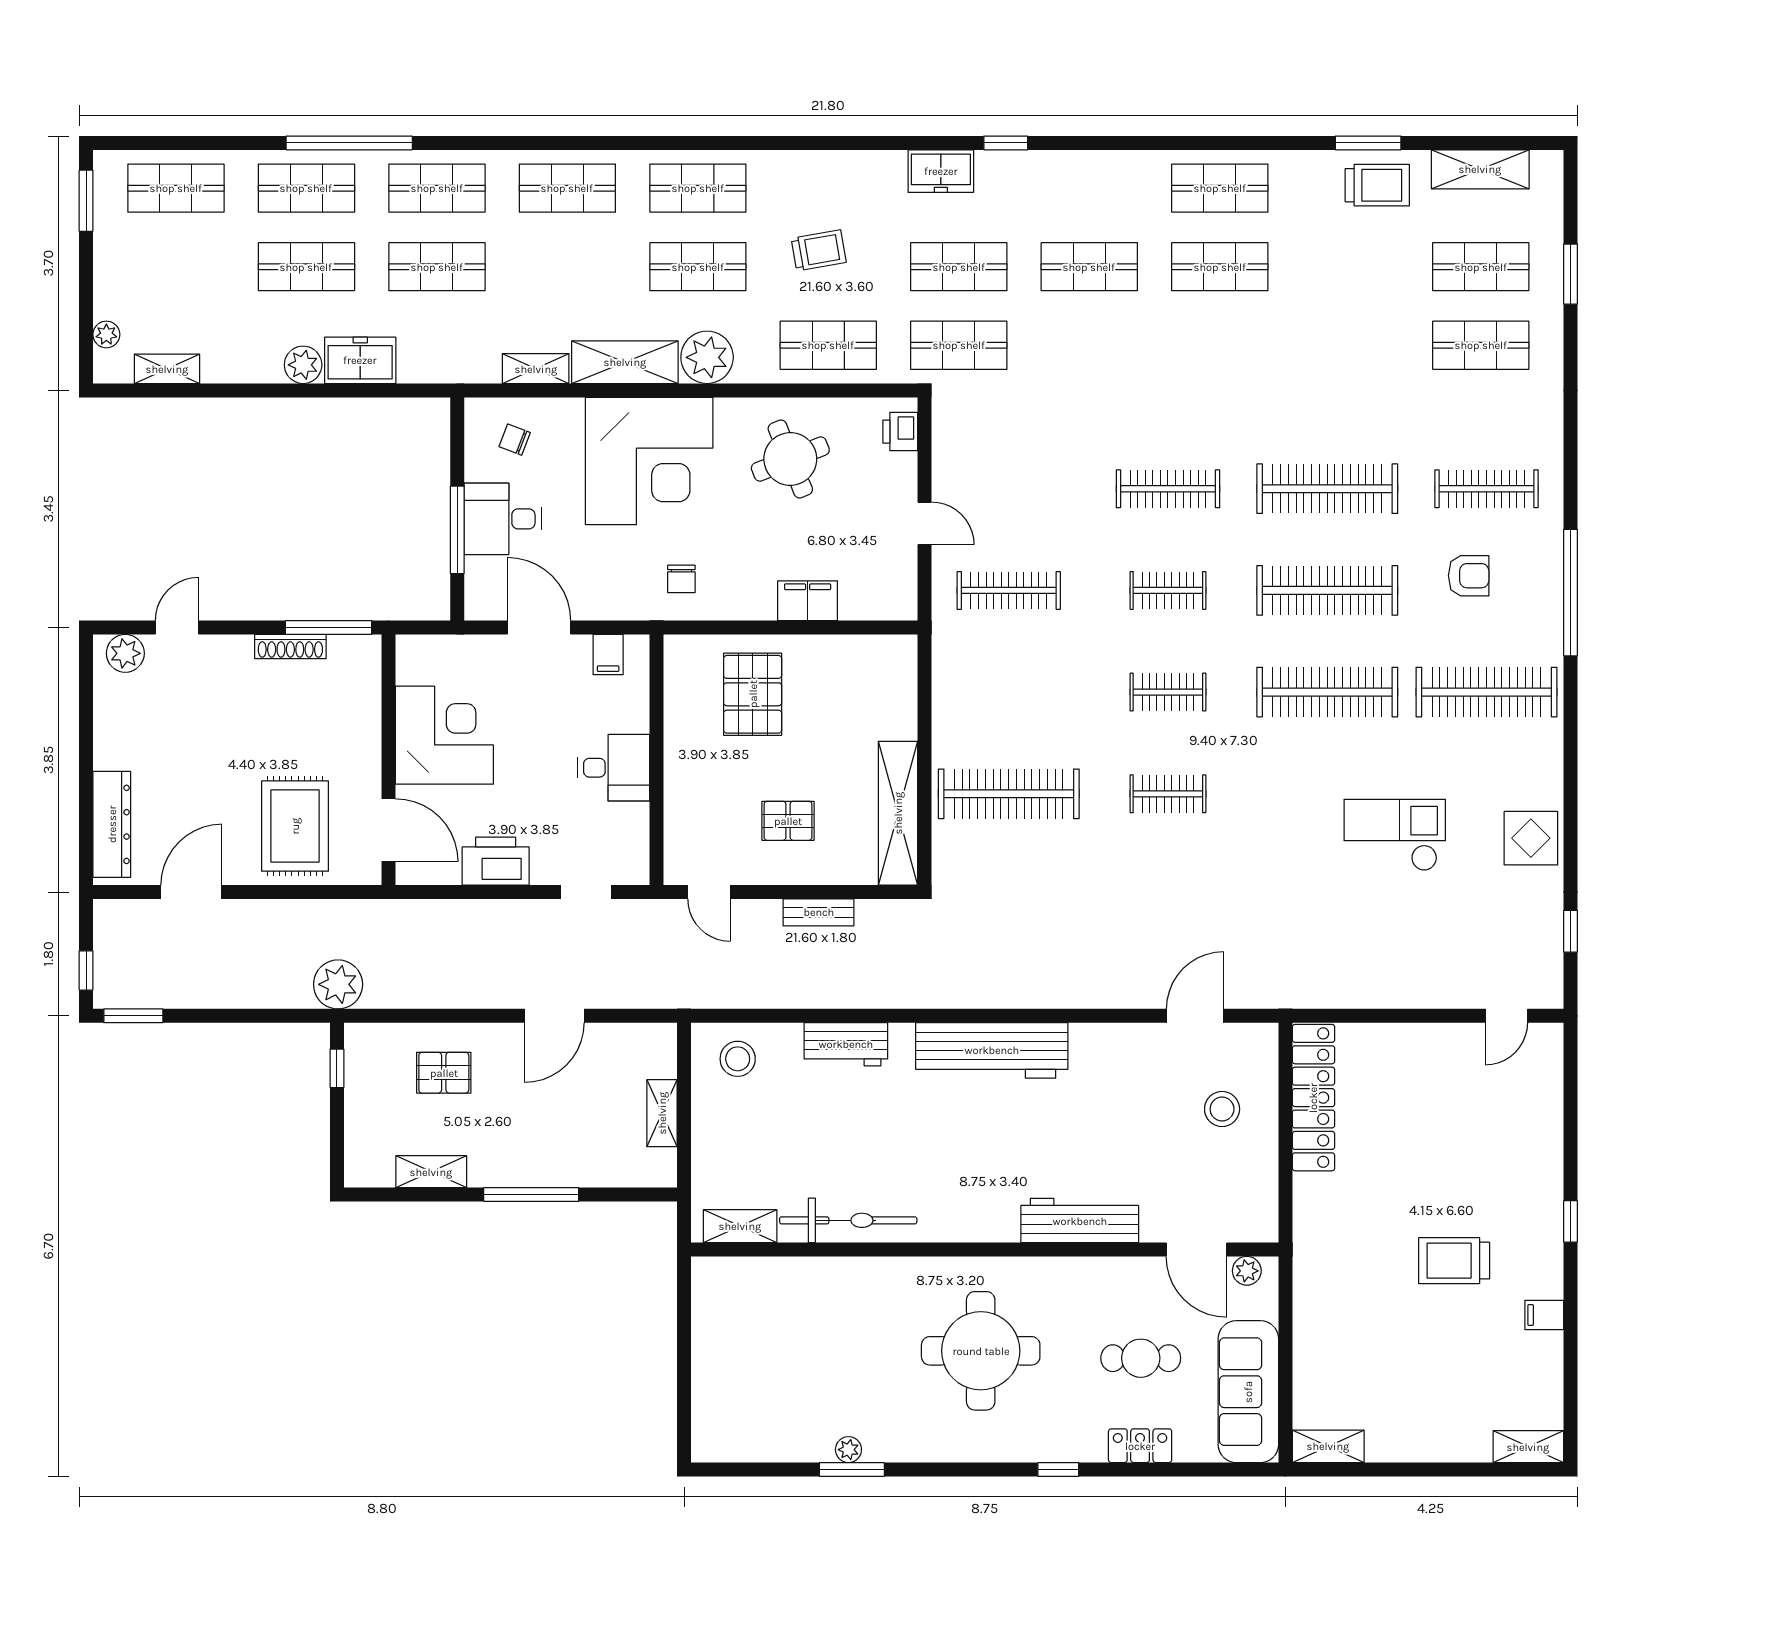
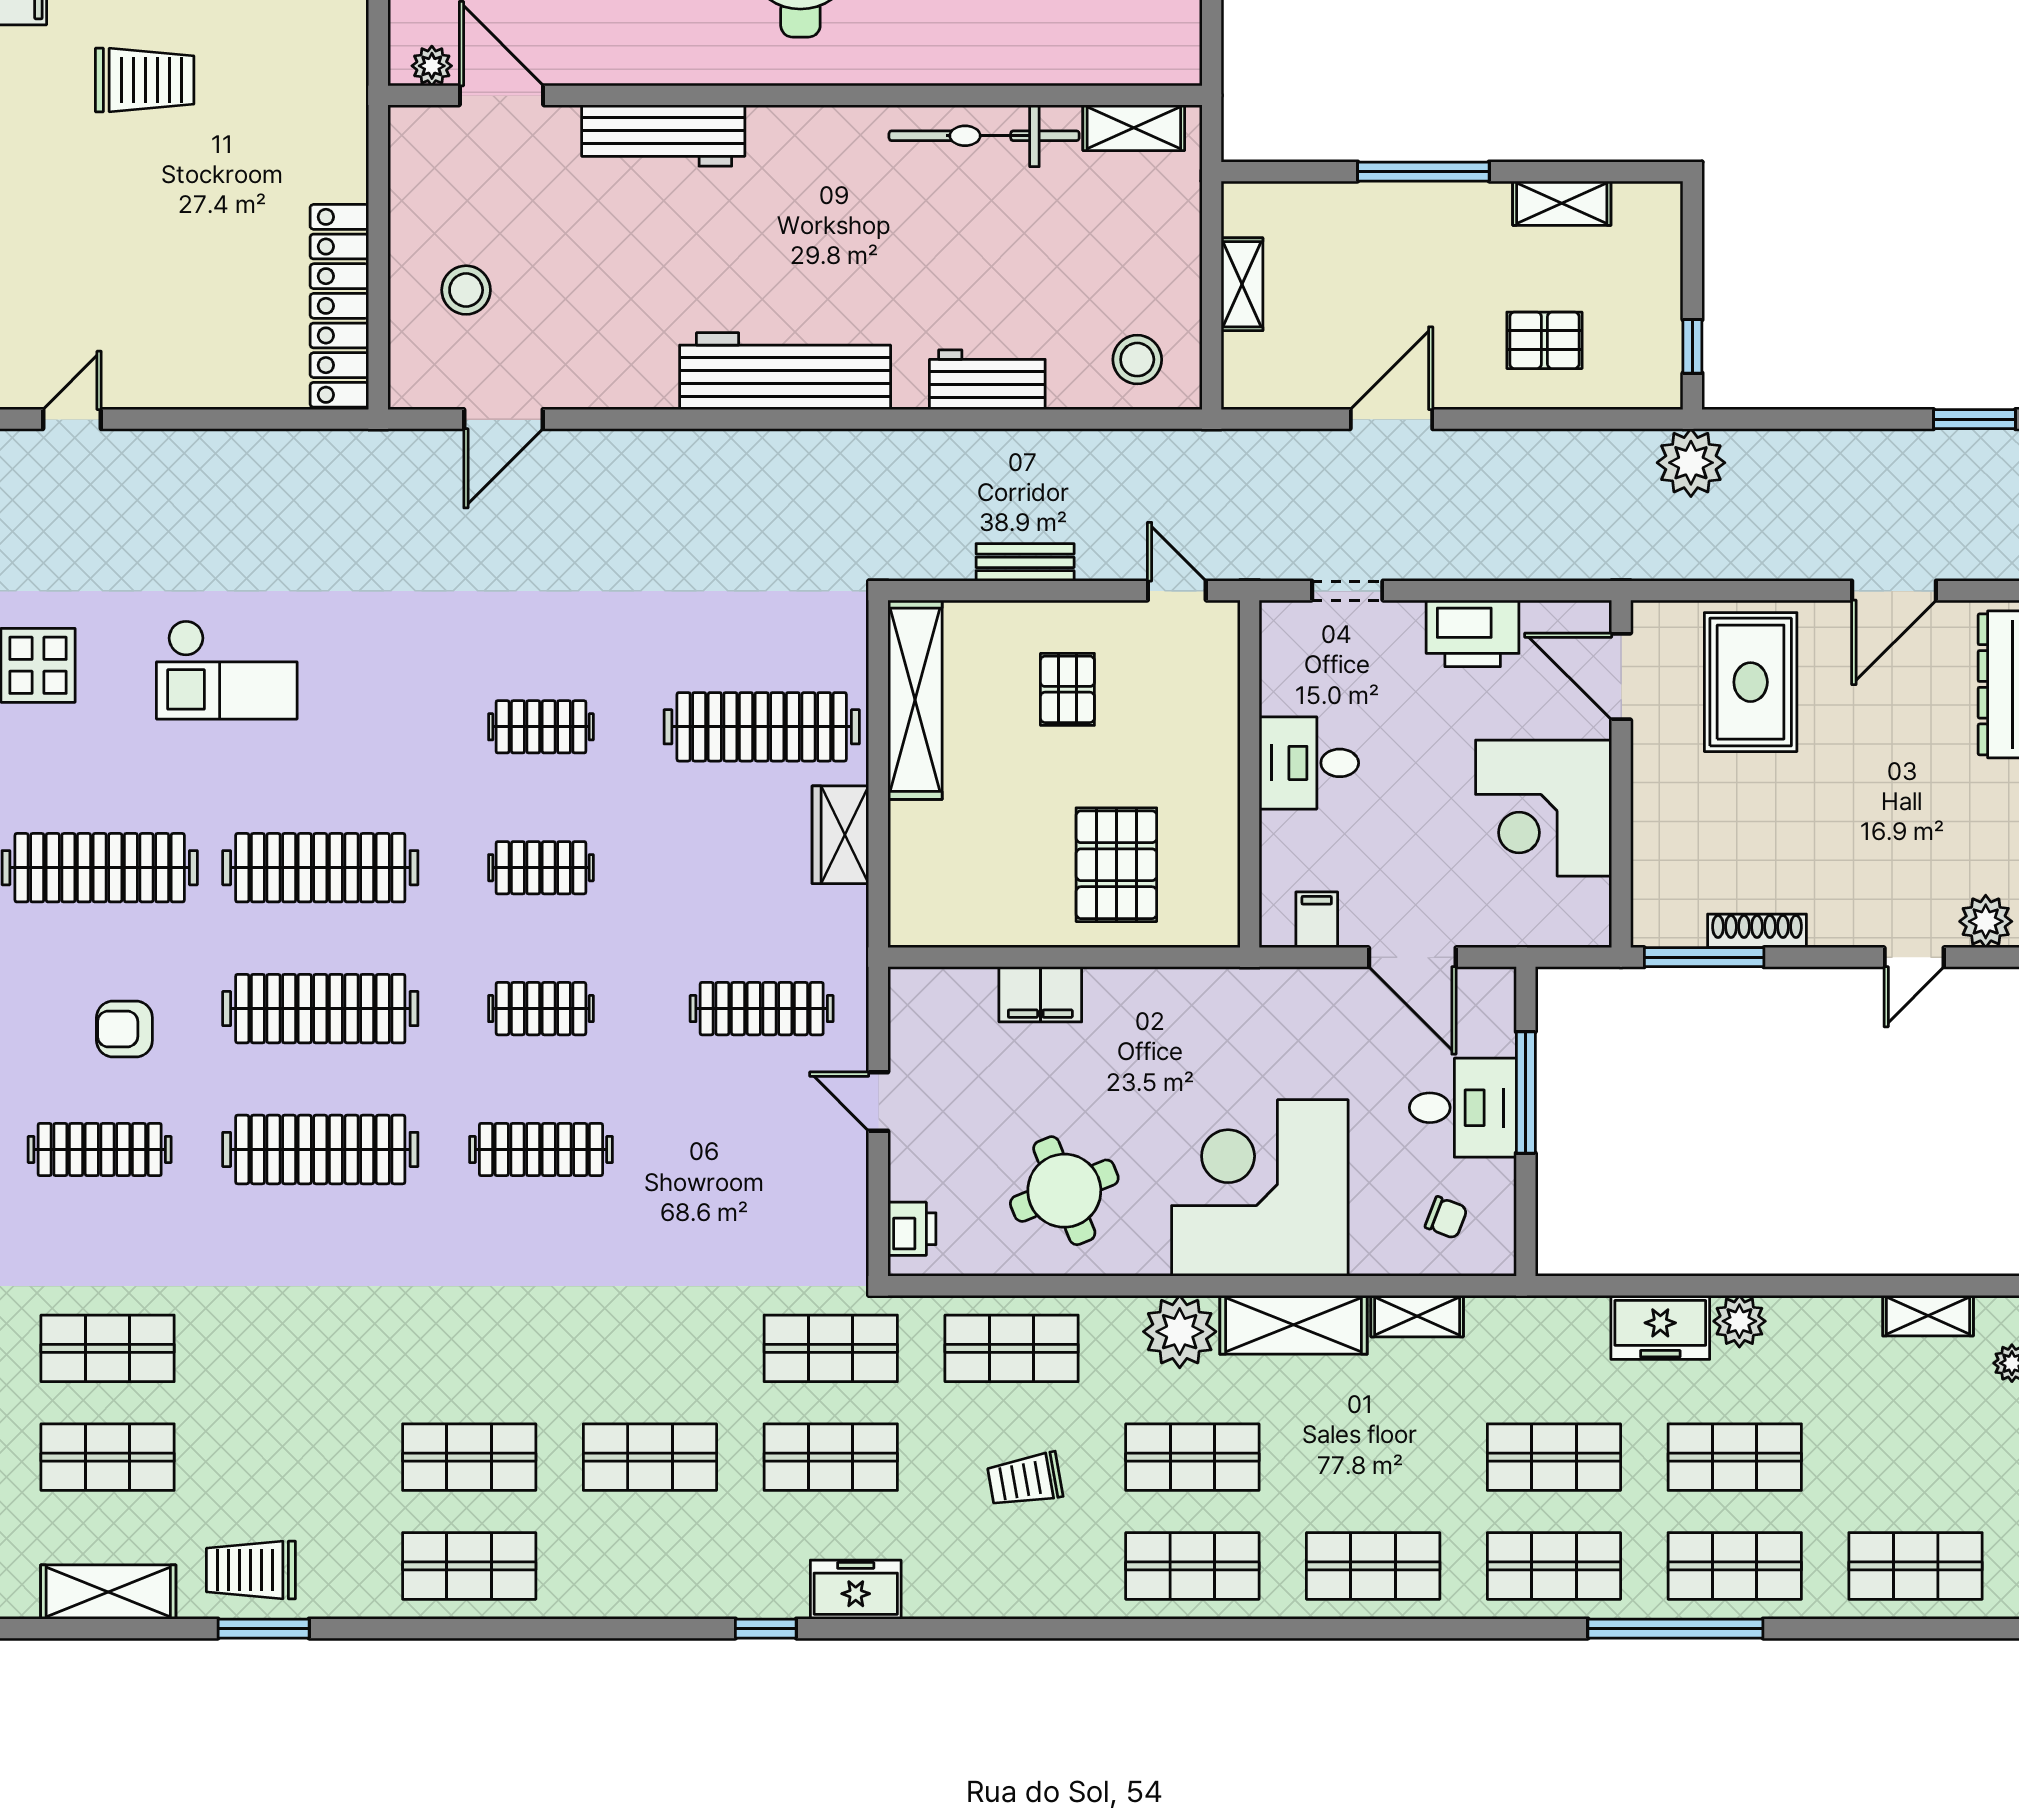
chair: (681, 579) -> (1215, 1025), removed
wardrobe: (952, 716) -> (840, 835), added
pallet: (788, 821) -> (1067, 689), turned 90

